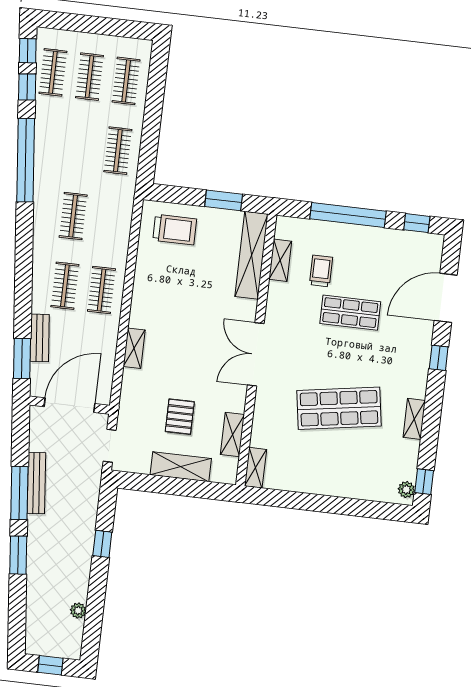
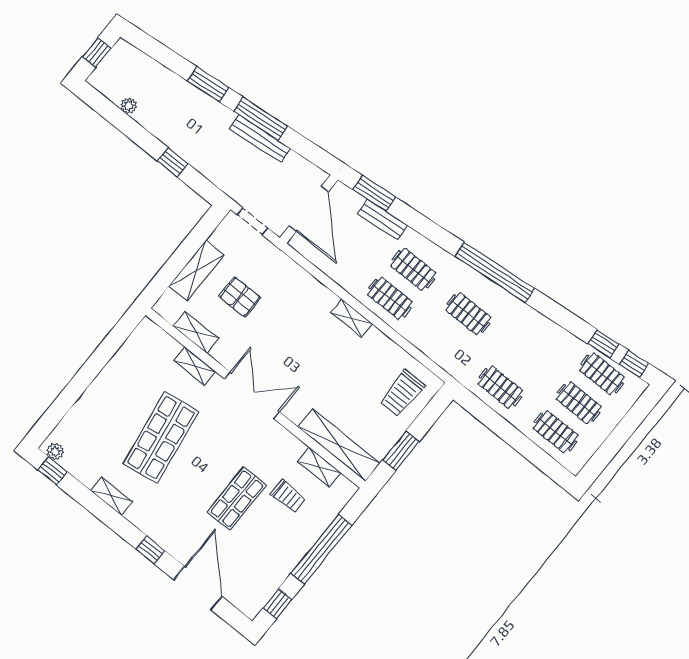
window: (26, 160) -> (495, 272), moved
shelving: (134, 348) -> (352, 318), moved
shelving: (256, 468) -> (195, 366), moved

